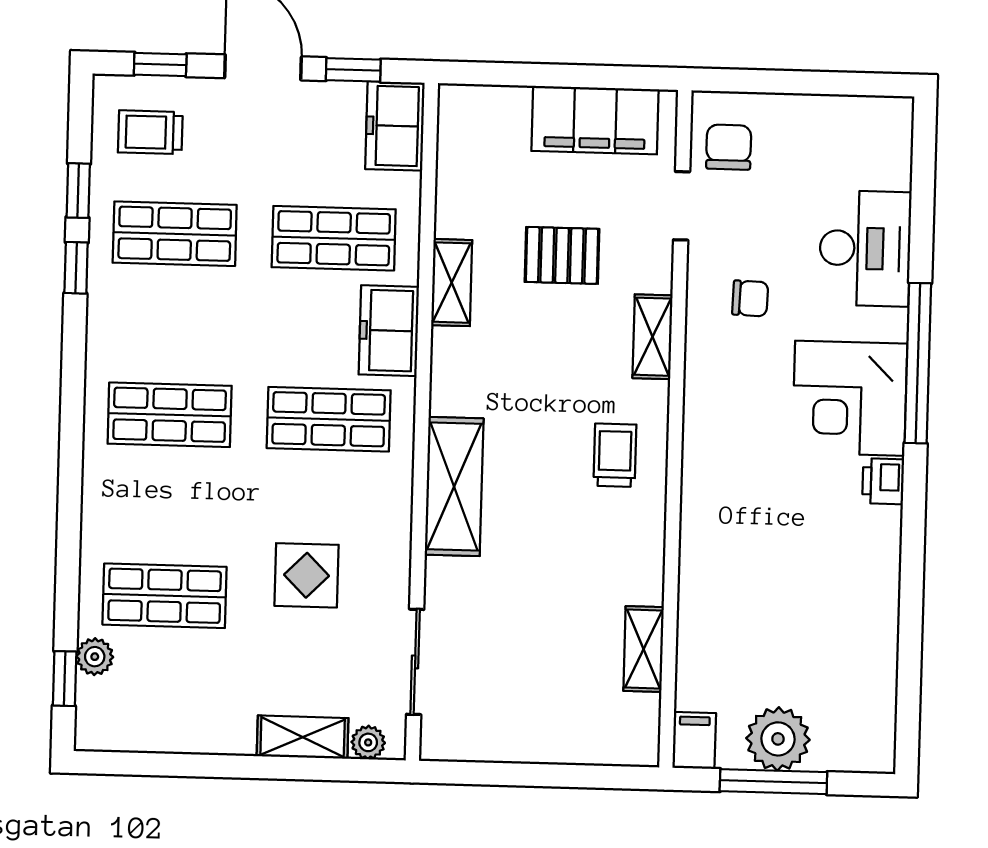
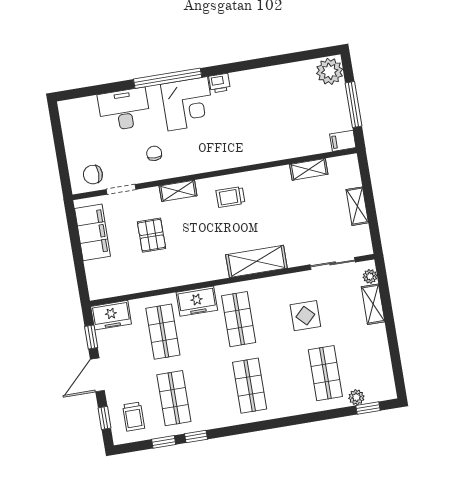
shelving: (452, 283) -> (357, 206), moved, turned 90
plant: (778, 739) -> (330, 71), moved

